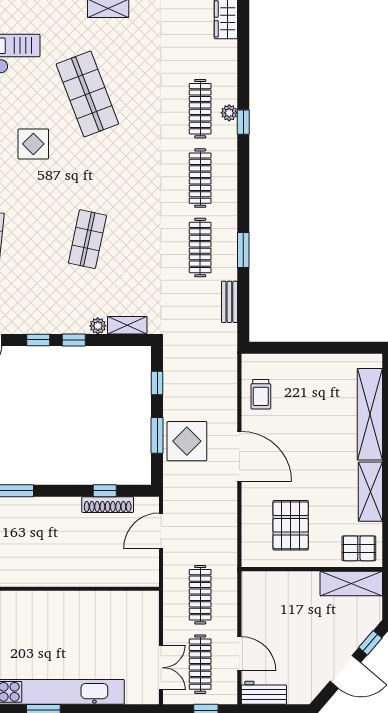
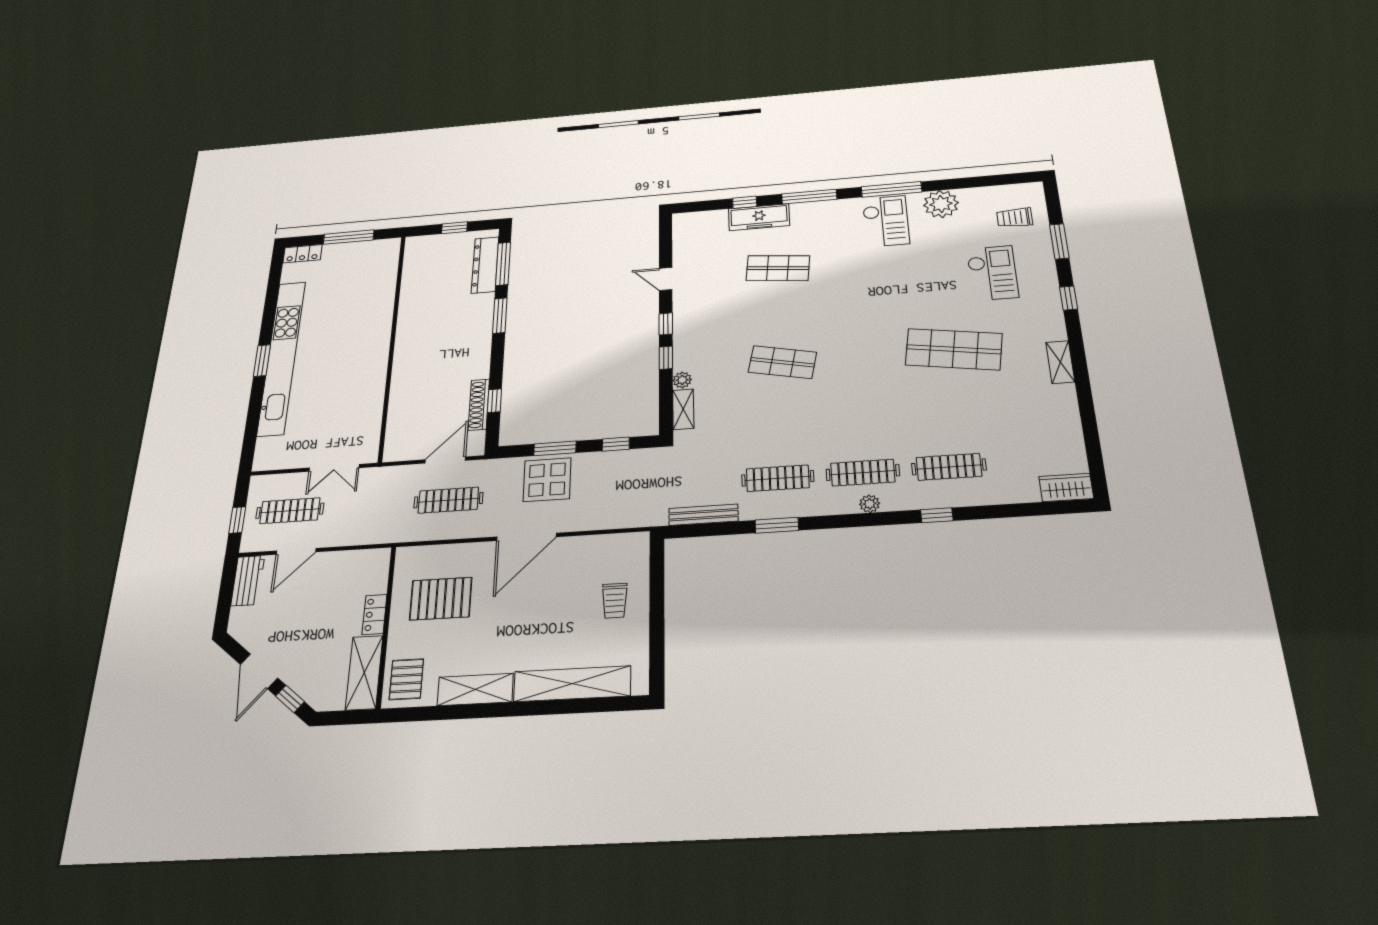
shop shelf: (87, 94) -> (954, 349), turned 30
plant: (229, 113) -> (870, 504), moved
display table: (33, 144) -> (889, 302), removed
bench: (229, 302) -> (703, 515), width x1.36
trolley: (261, 394) -> (615, 601), moved, turned -90
door: (161, 531) -> (445, 460), hinge flipped
locker: (301, 580) -> (374, 615), added
clothes rail: (200, 595) -> (448, 500), moved
double door: (161, 668) -> (334, 468), moved

